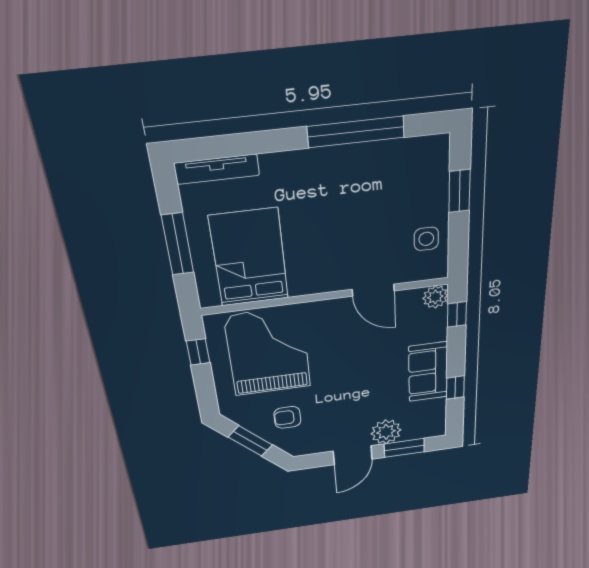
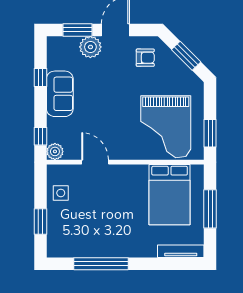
window: (198, 352) -> (210, 133), width x1.50
armchair: (287, 417) -> (145, 58), moved

